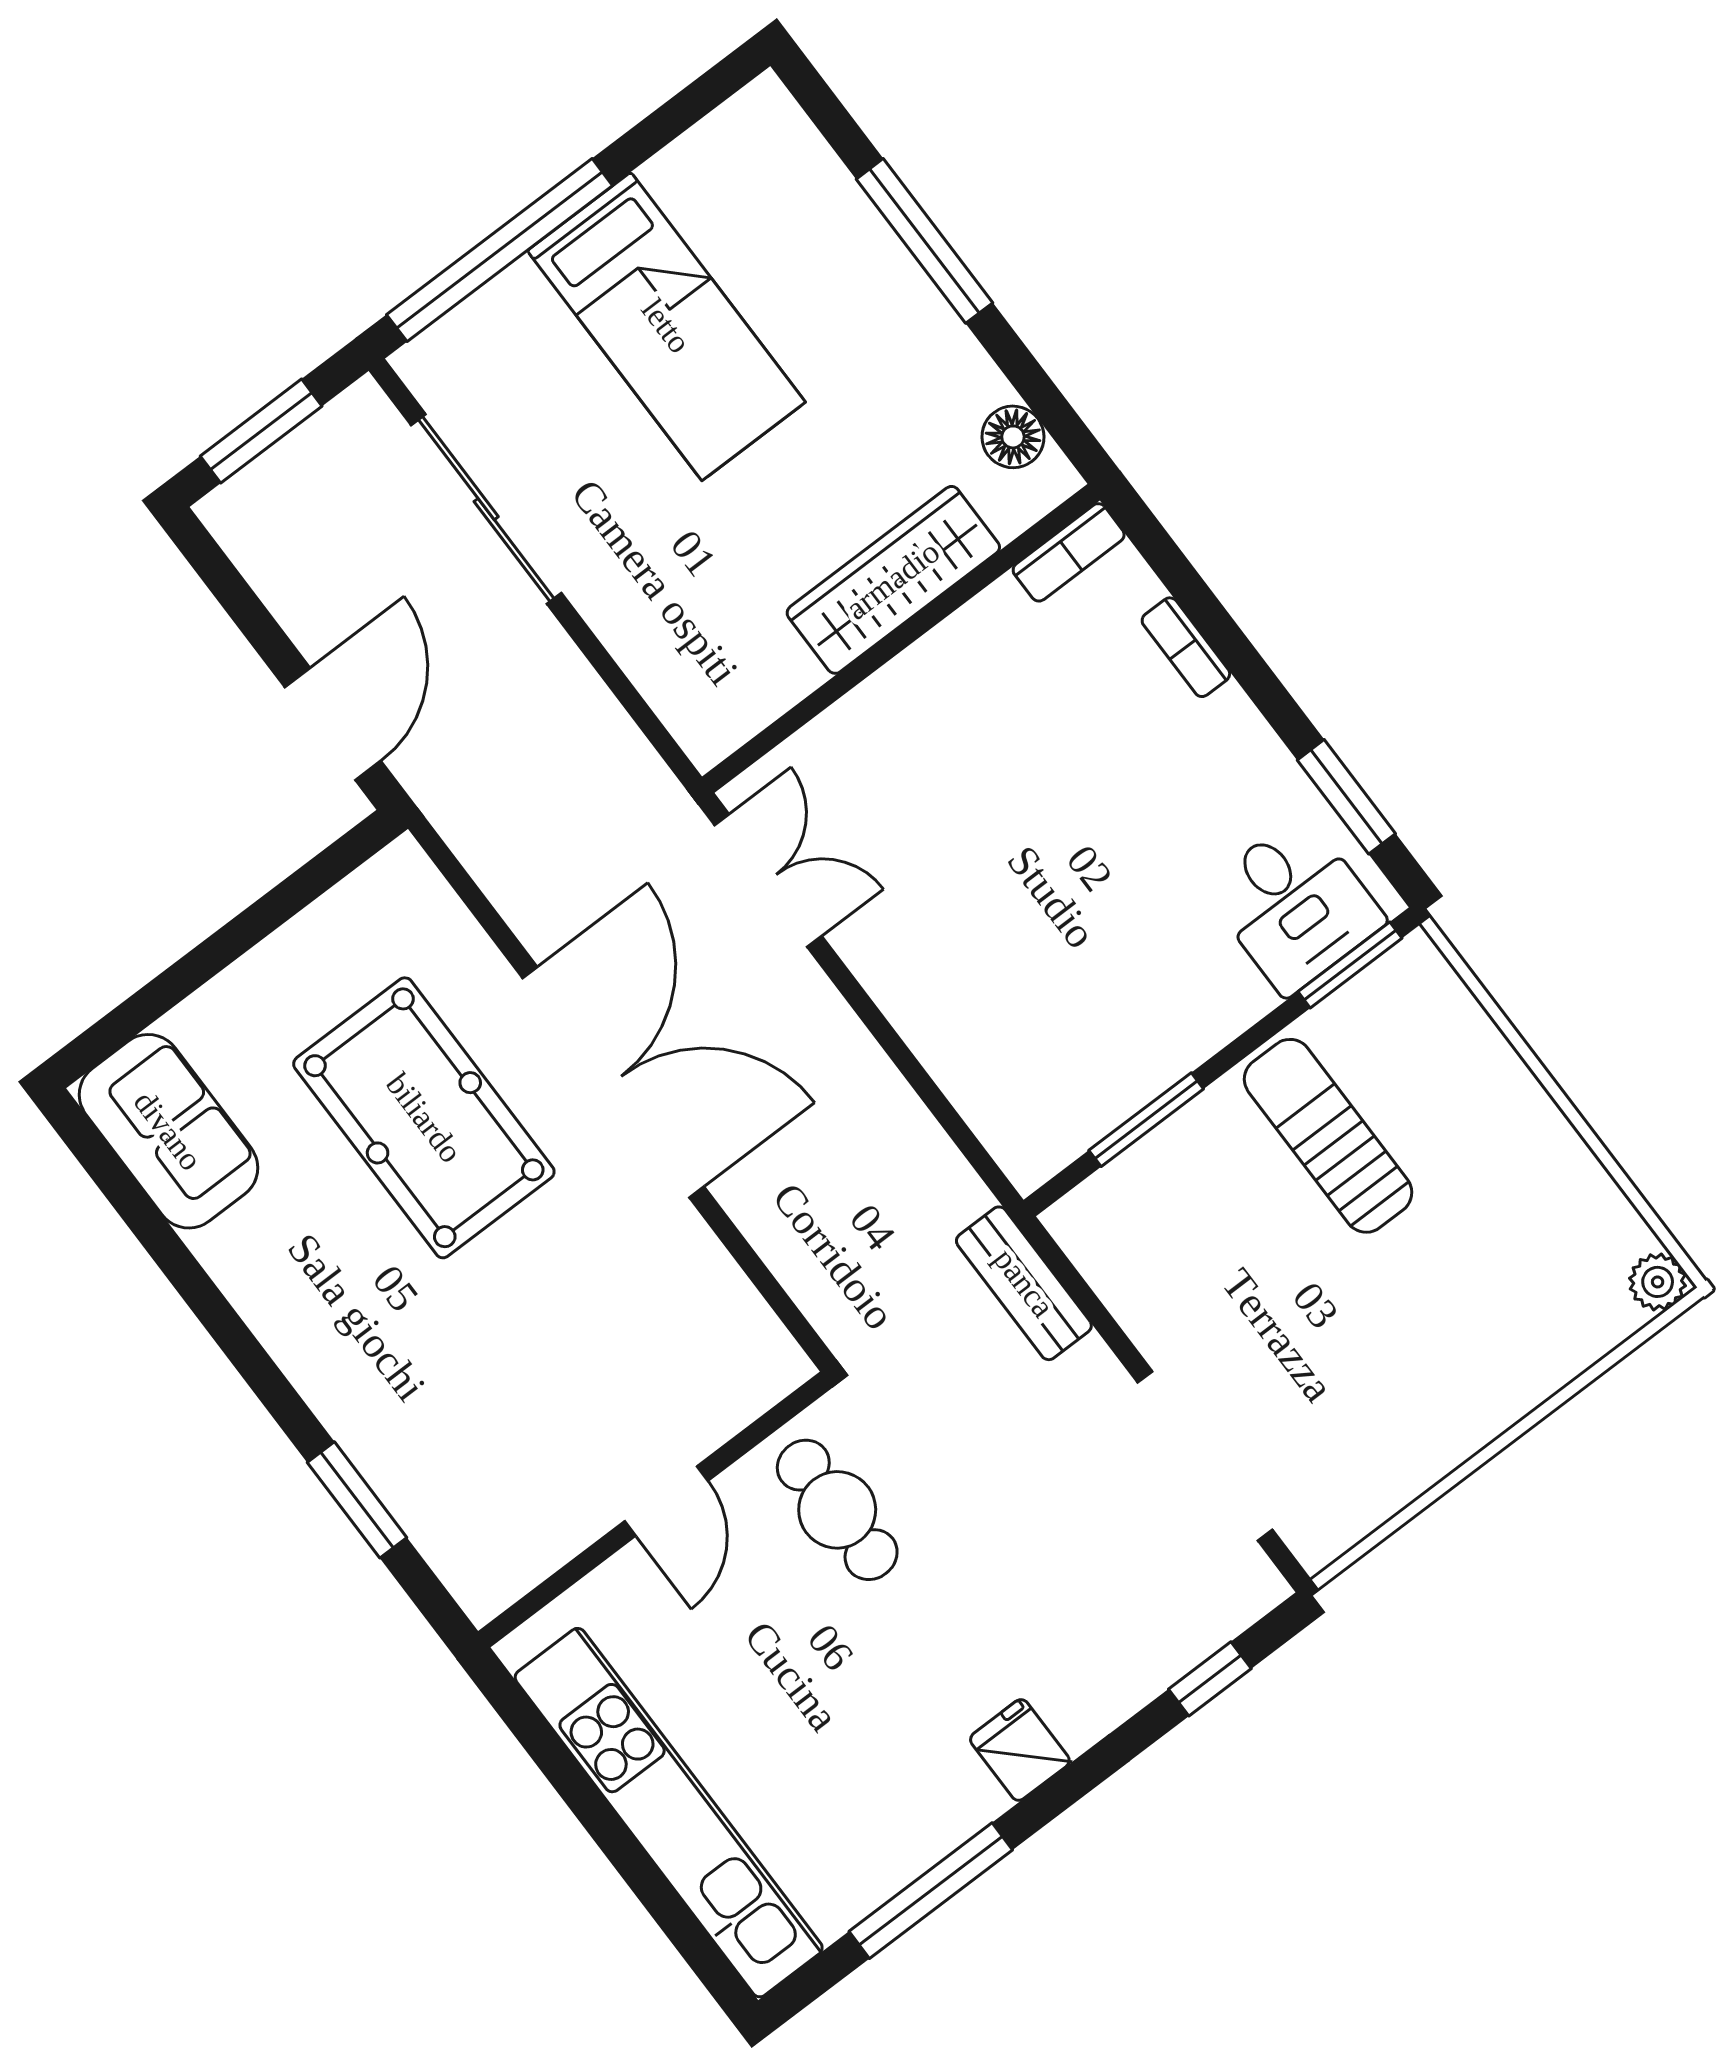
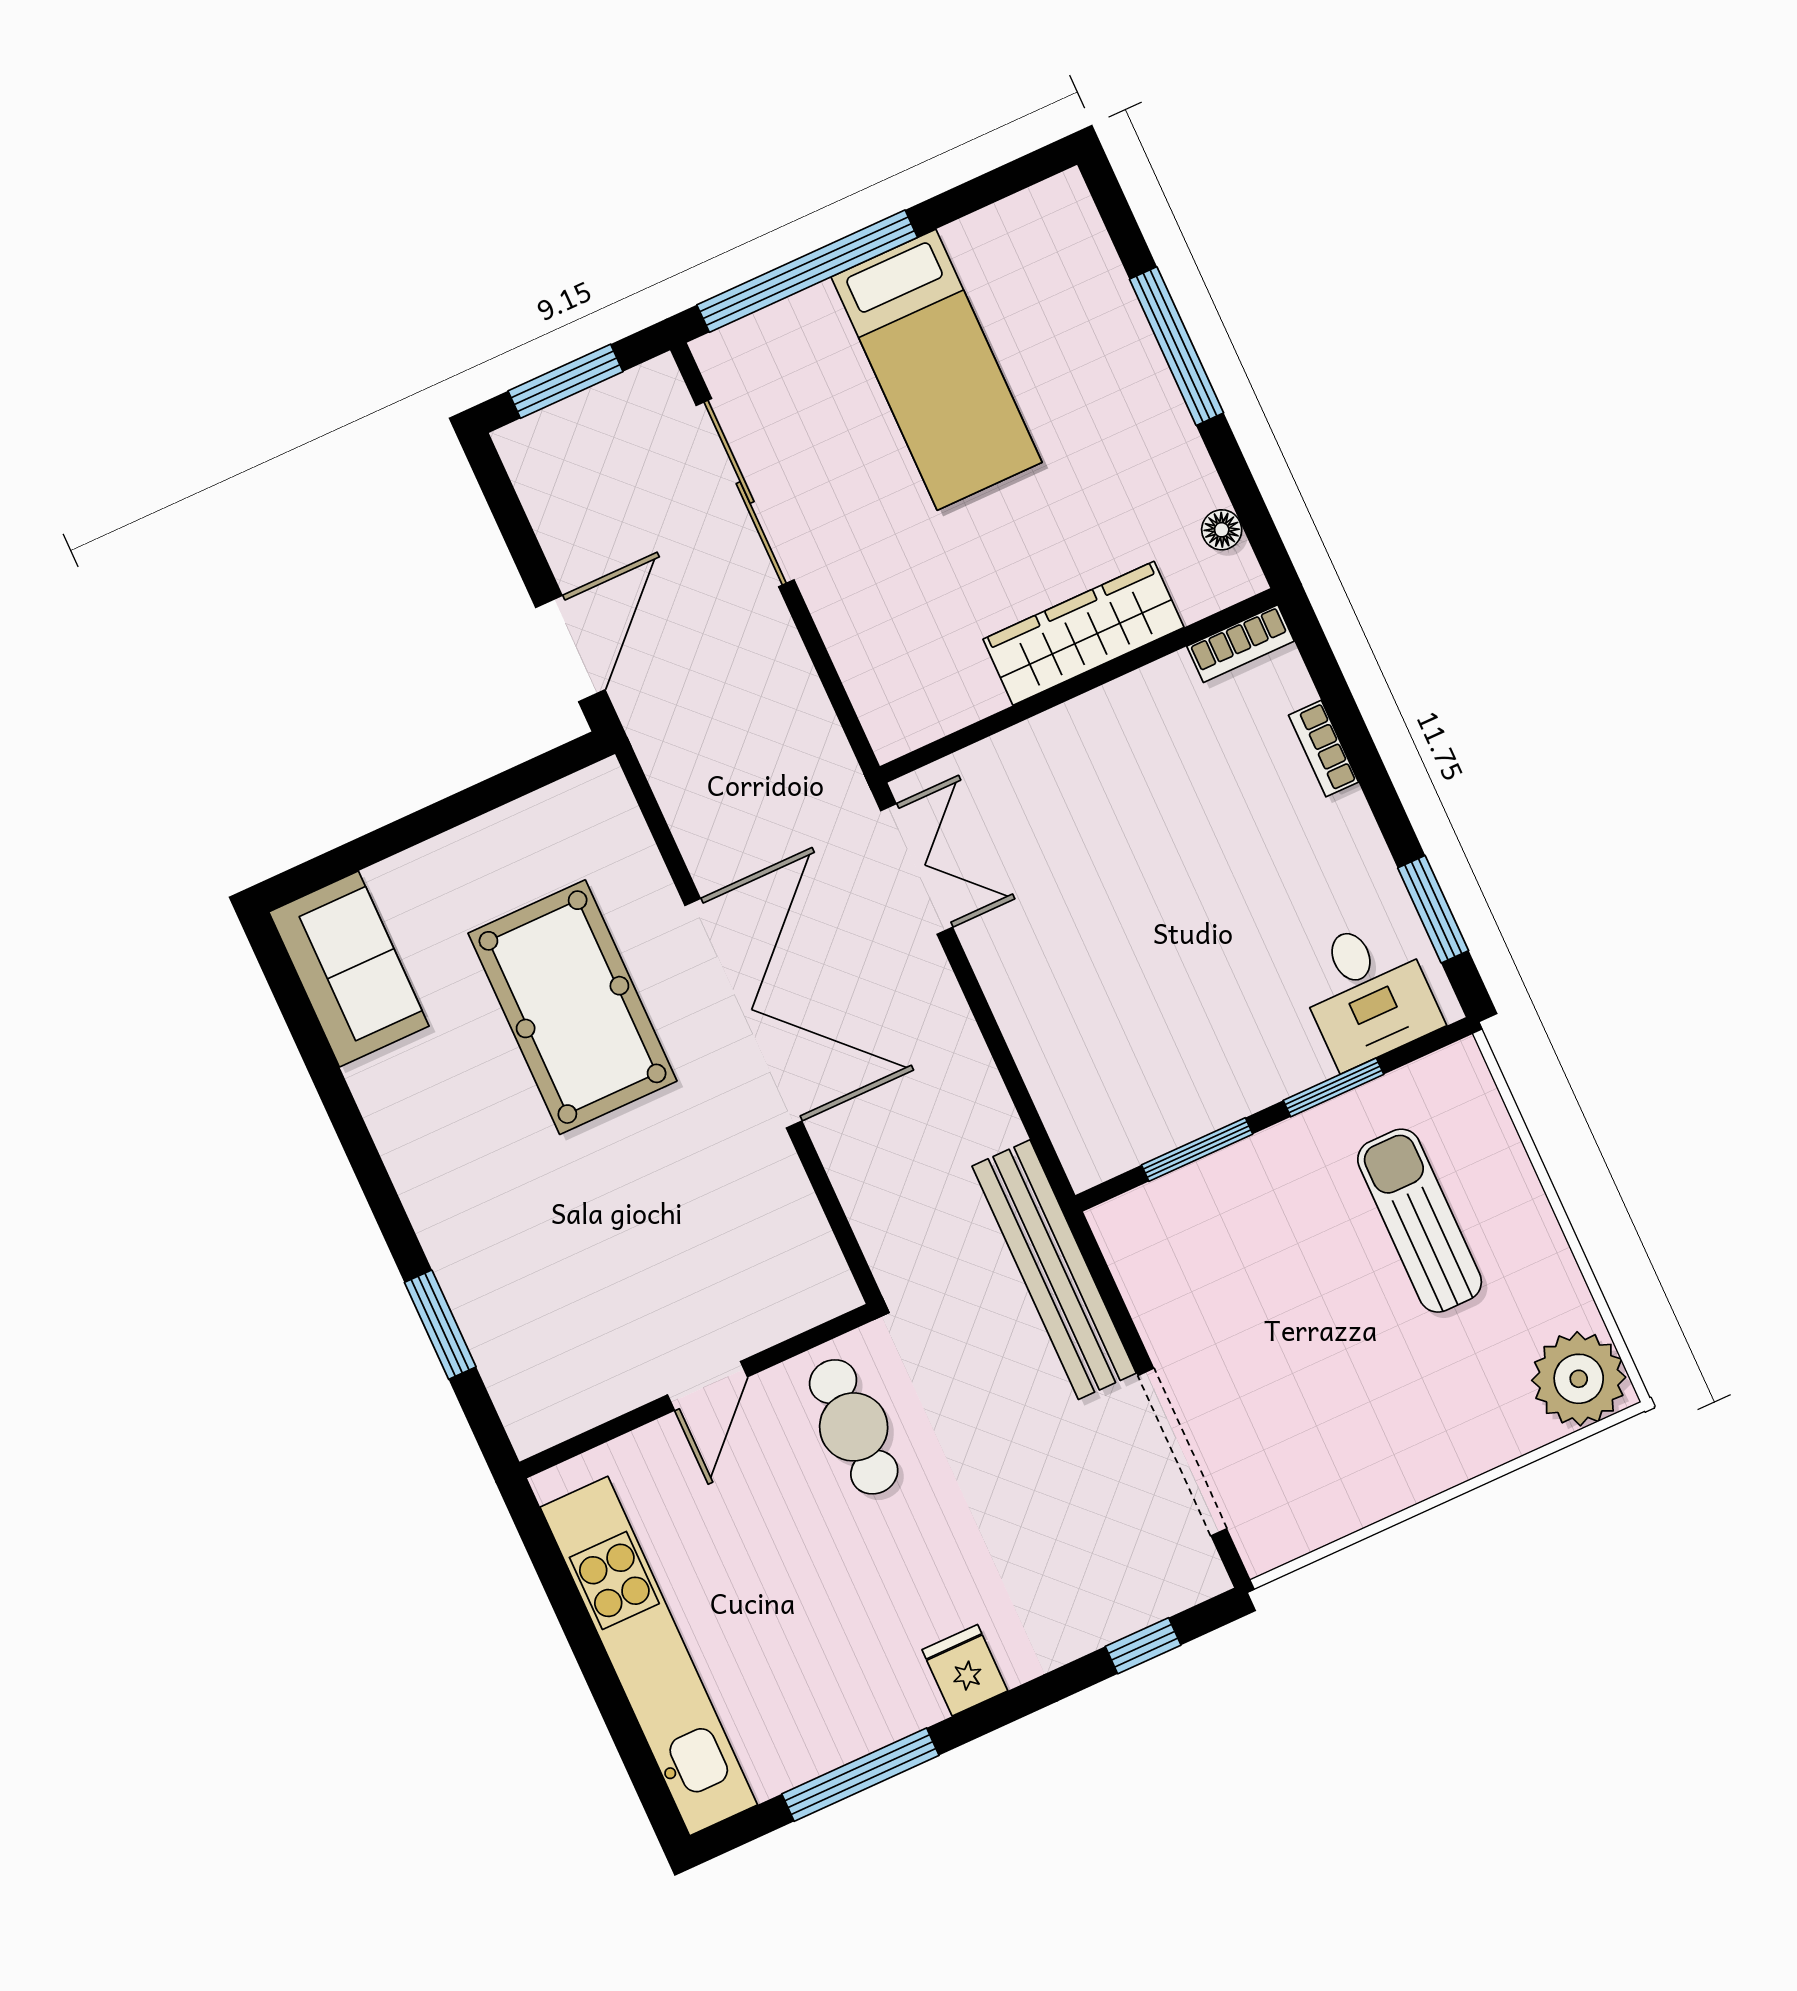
floor lamp: (1013, 437) -> (1222, 530), width x0.73, depth x0.73
window: (1350, 965) -> (1333, 1087), moved
sun lounger: (1328, 1136) -> (1420, 1221), moved
plant: (1658, 1282) -> (1579, 1379), width x1.87, depth x1.87
bench: (1024, 1283) -> (1054, 1270), width x1.86, depth x1.21

